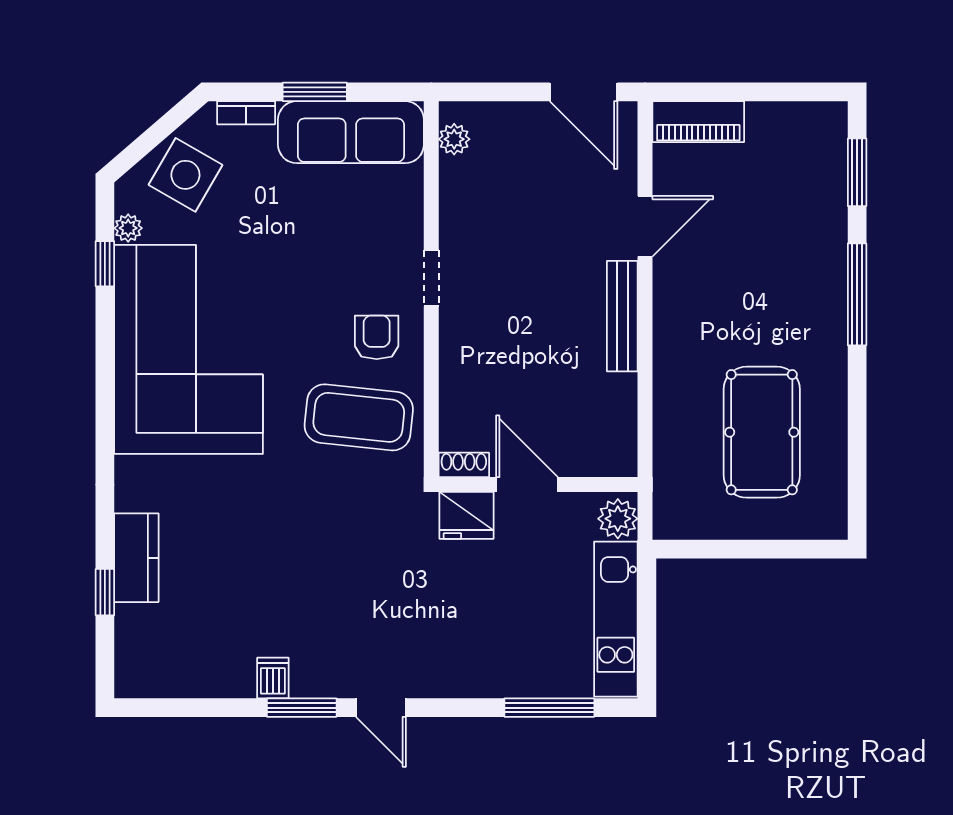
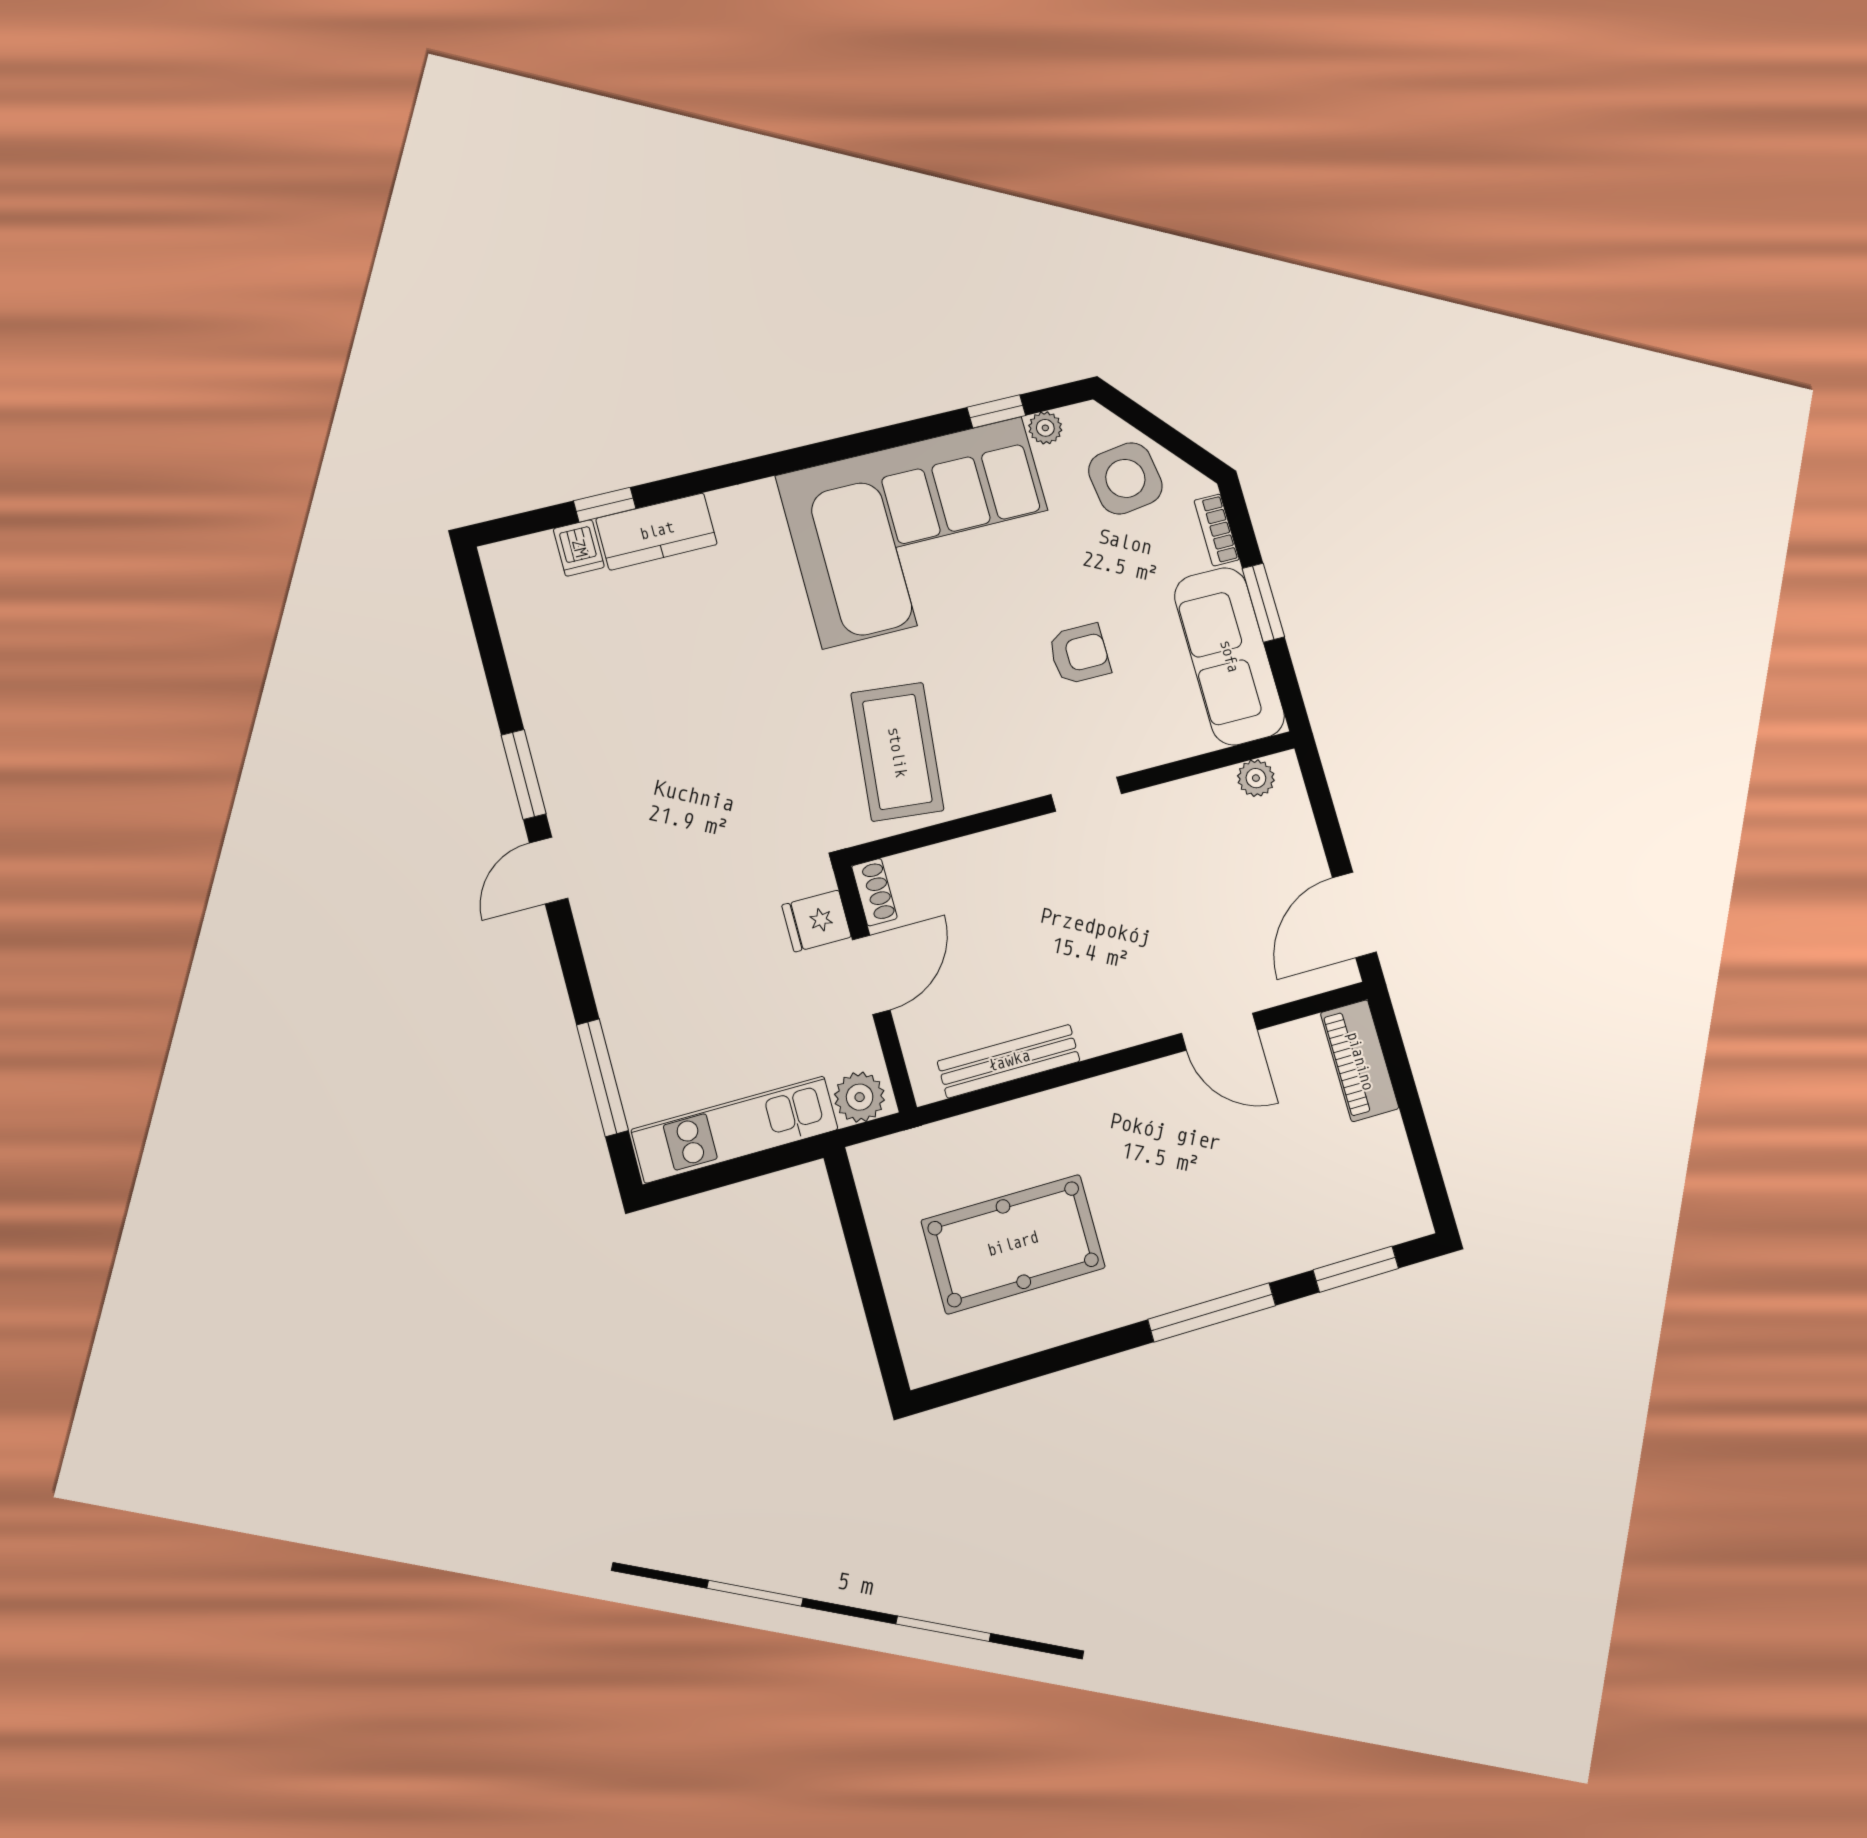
side table: (185, 175) -> (1125, 478), turned -38
bench: (622, 316) -> (1009, 1061), moved
armchair: (377, 337) -> (1079, 654), moved
fridge: (467, 515) -> (816, 921), width x0.72
dishwasher: (273, 678) -> (579, 548), moved, turned 90

